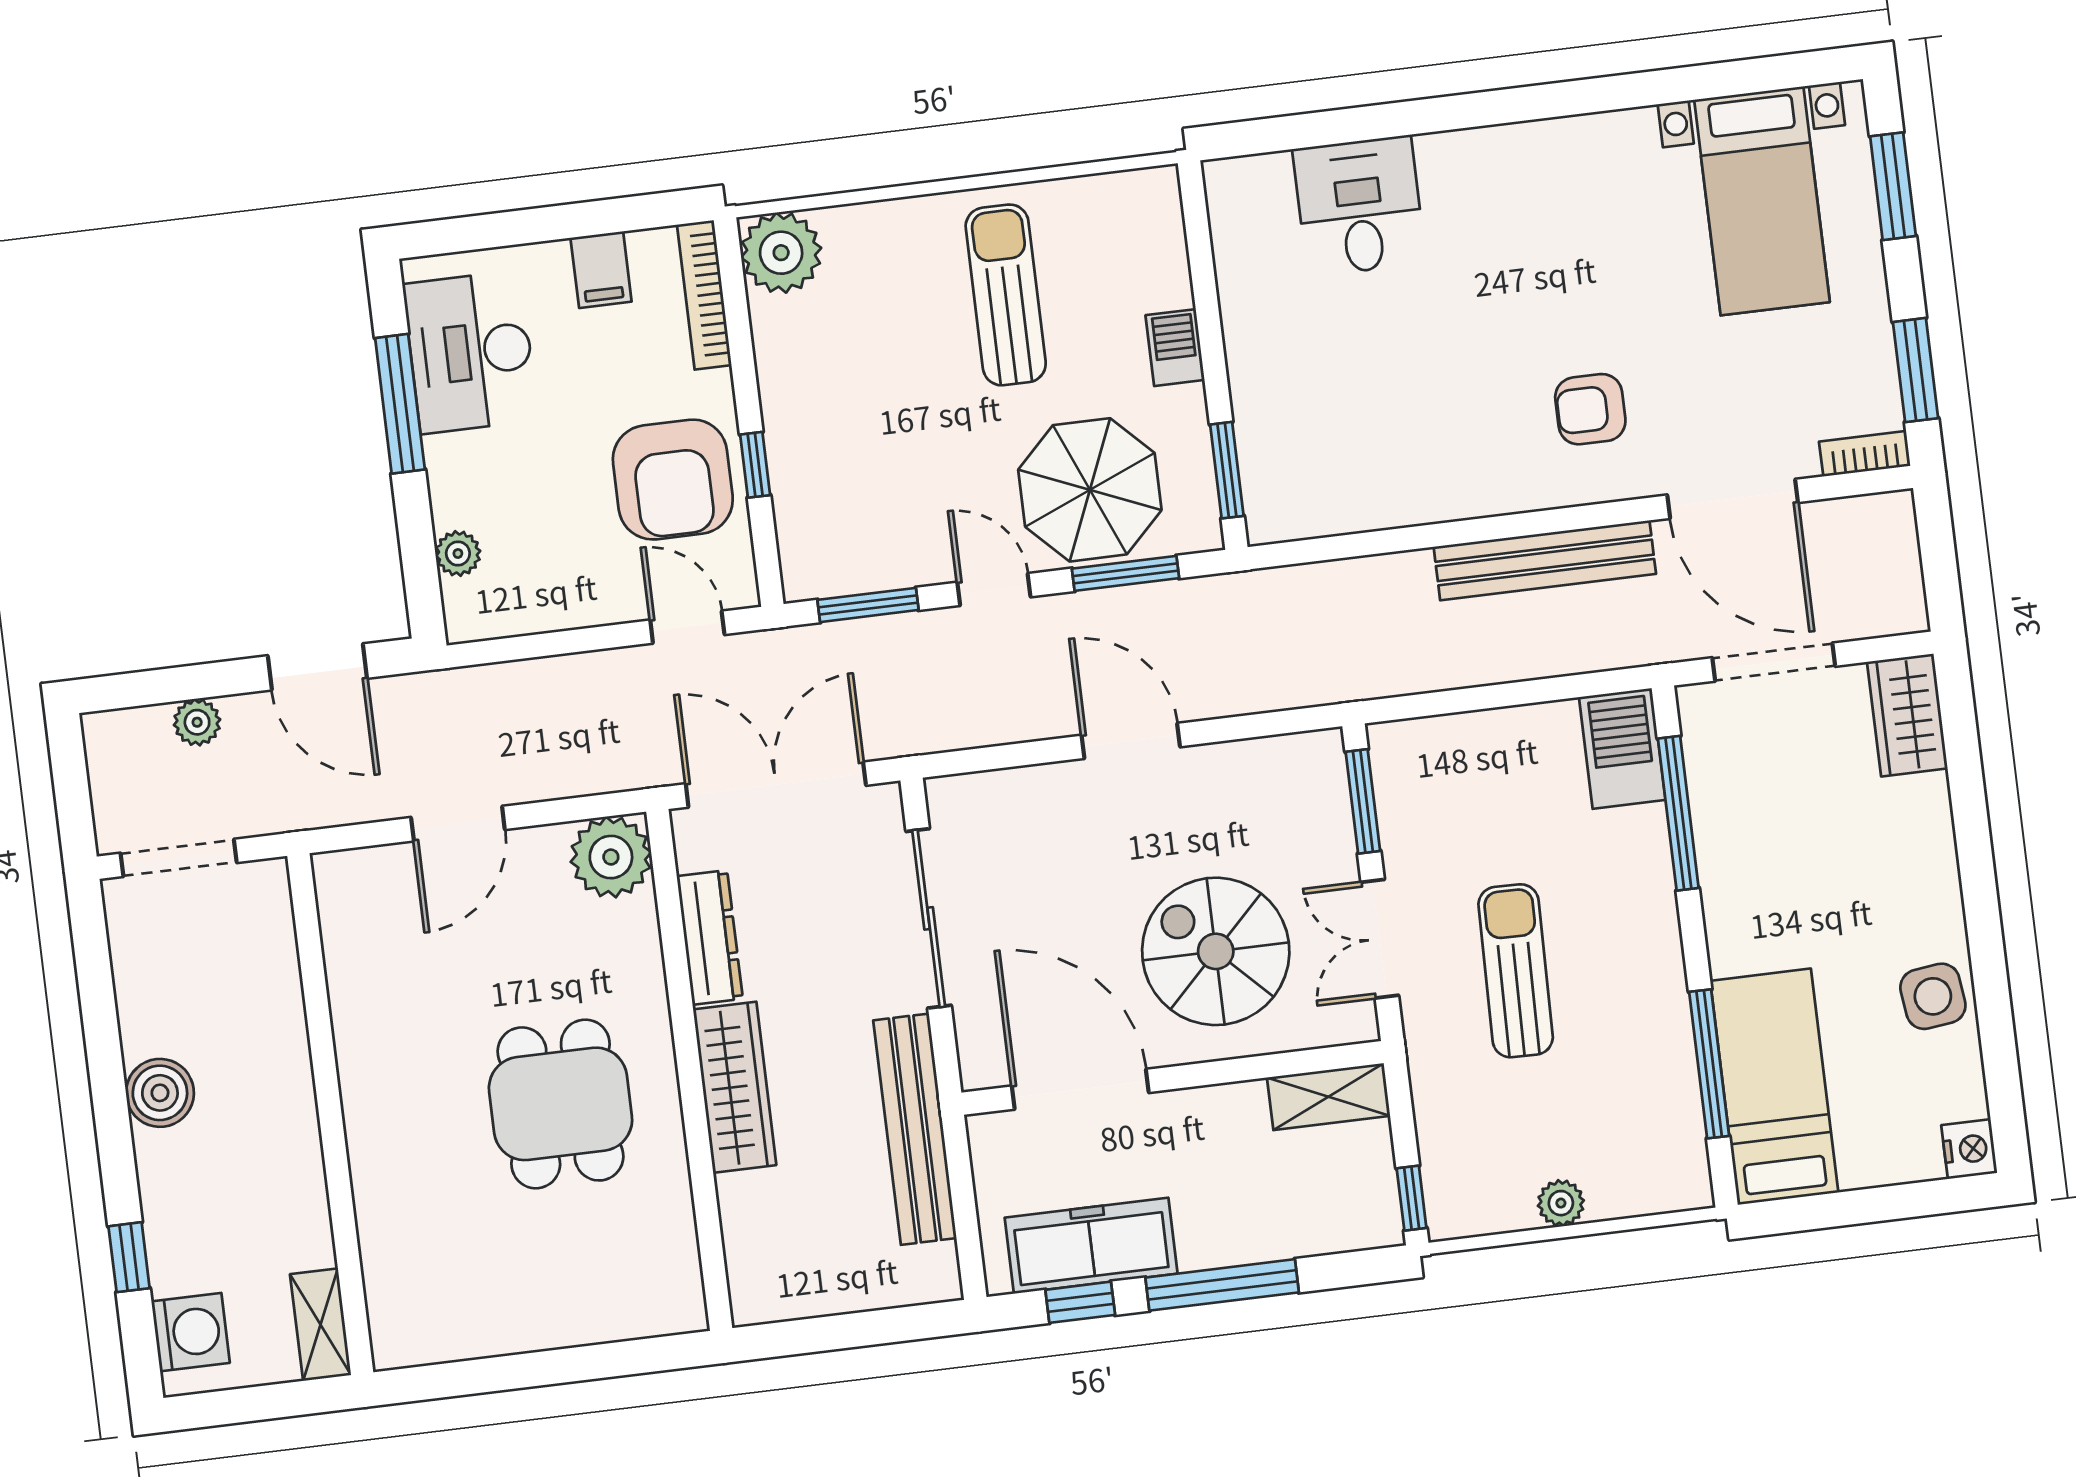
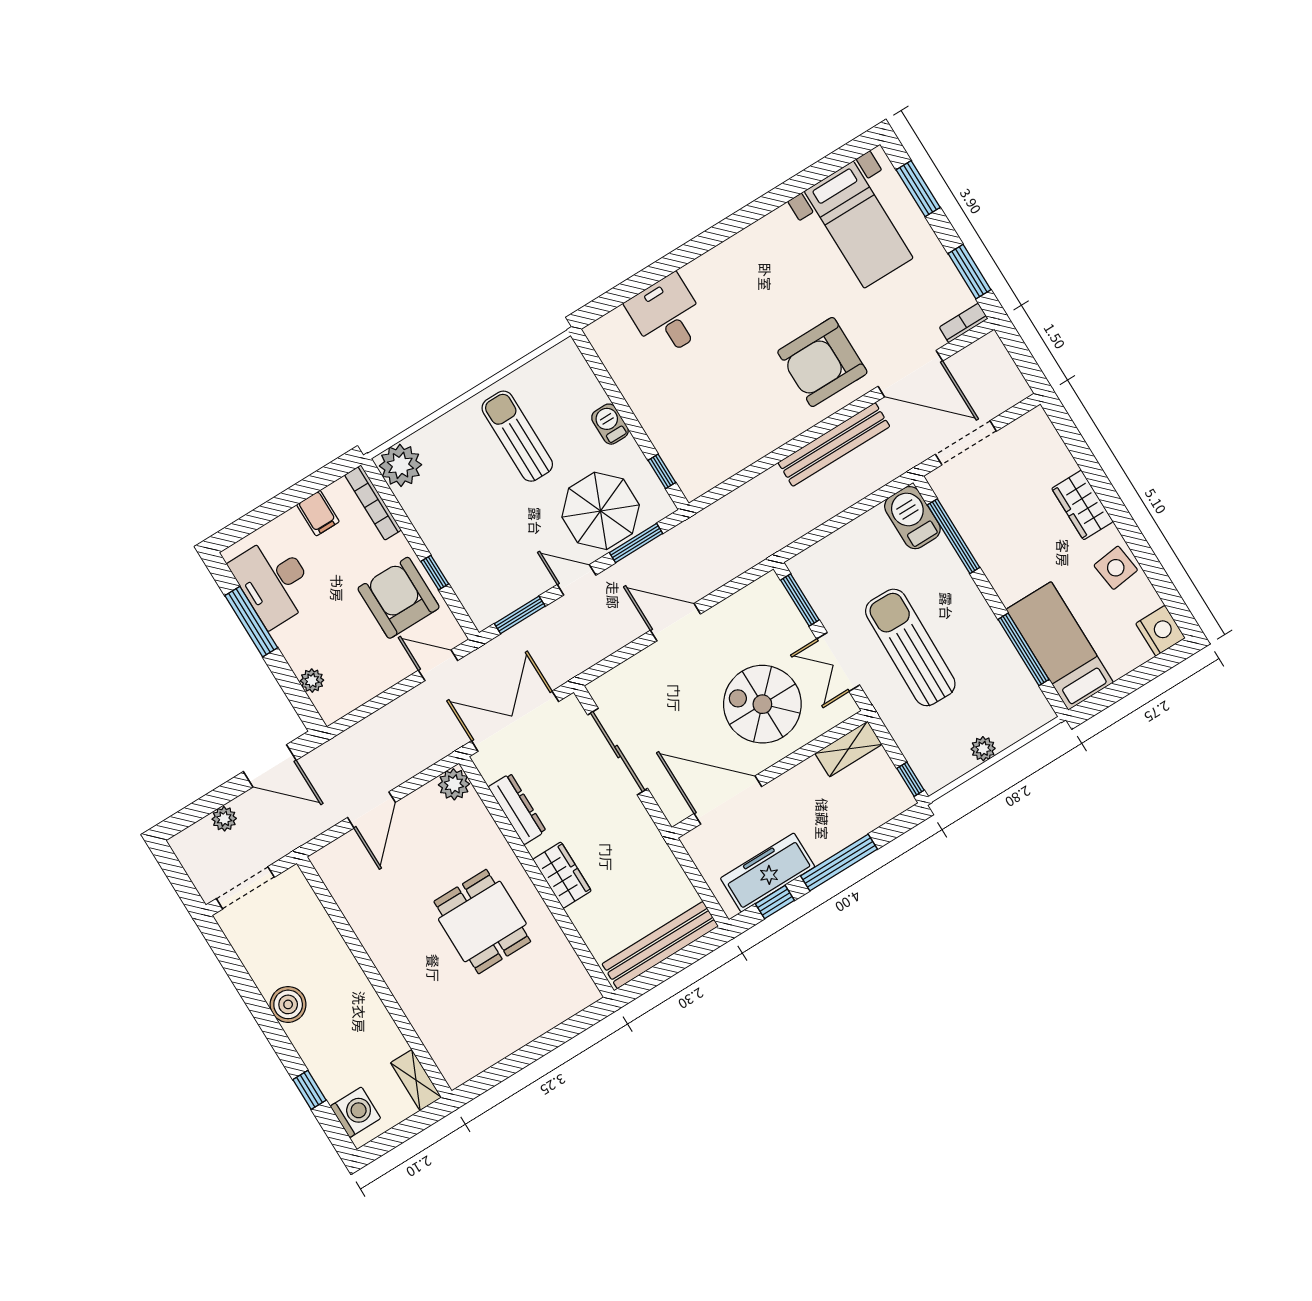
armchair: (1590, 409) -> (822, 362), width x1.88, depth x1.88
window: (1227, 470) -> (662, 471), width x0.67
armchair: (673, 480) -> (399, 598), turned 180
wardrobe: (1907, 715) -> (1082, 505), moved
plant: (611, 857) -> (454, 784), width x0.73, depth x0.73
sun lounger: (1516, 971) -> (910, 647), width x1.36, depth x1.34
wardrobe: (735, 1087) -> (562, 875), width x0.67
bench: (915, 1129) -> (660, 945), moved, turned 90
nightstand: (1969, 1149) -> (1160, 631), width x1.36, depth x1.33

